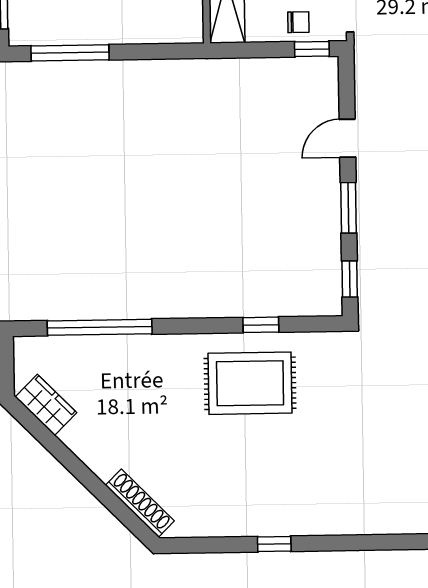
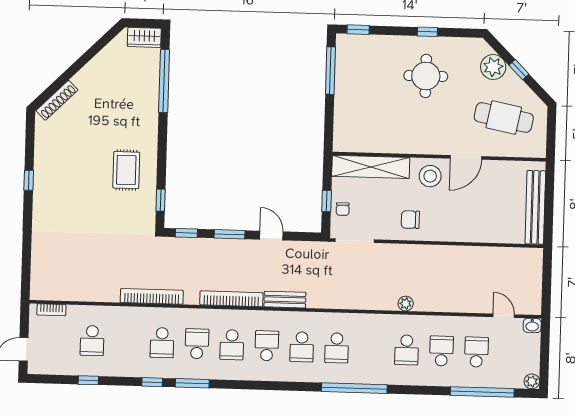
window: (312, 49) -> (327, 201), moved
window: (261, 325) -> (161, 200), moved
rug: (250, 383) -> (126, 170), width x0.73, depth x0.70
wardrobe: (46, 405) -> (144, 37), moved, turned 45

